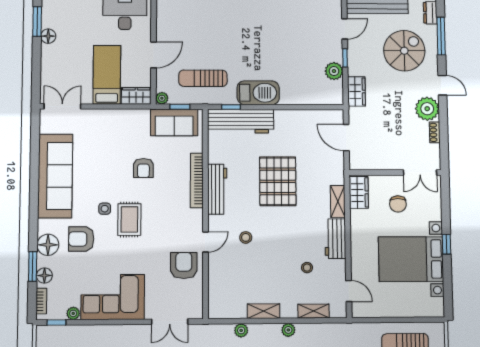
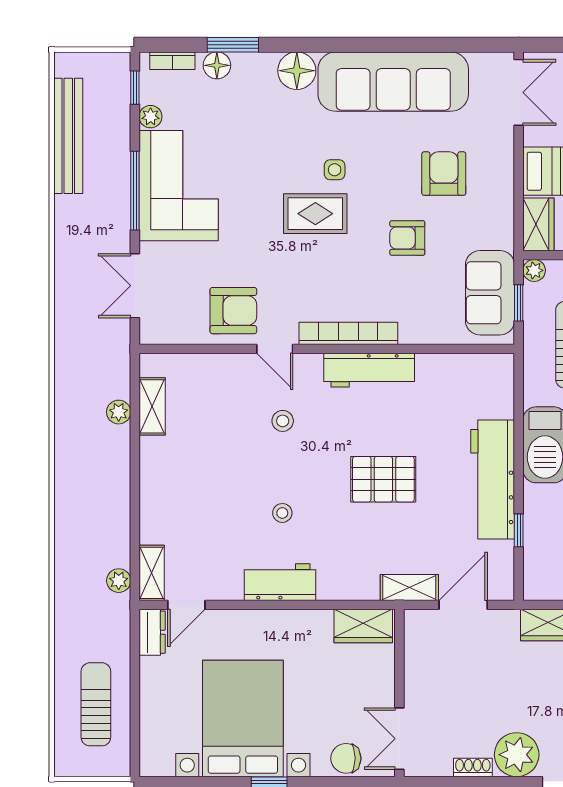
window: (231, 107) -> (519, 530), moved
workbench: (241, 121) -> (493, 479), moved
bookcase: (197, 180) -> (348, 333), moved
pallet: (278, 181) -> (383, 479), width x0.73, depth x0.71
shelving: (338, 201) -> (409, 587), moved
chair: (398, 204) -> (346, 758), moved
armchair: (81, 239) -> (444, 174), moved
floor lamp: (48, 245) -> (297, 71), moved
stool: (307, 268) -> (282, 513), moved
dresser: (364, 310) -> (152, 632), added
shelving: (263, 311) -> (152, 406), moved
shelving: (313, 311) -> (152, 573), moved
window: (115, 322) -> (135, 191), added
plant: (288, 330) -> (119, 581), moved

